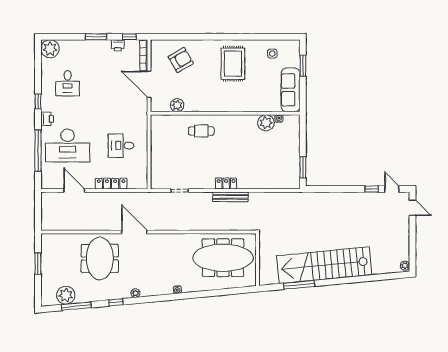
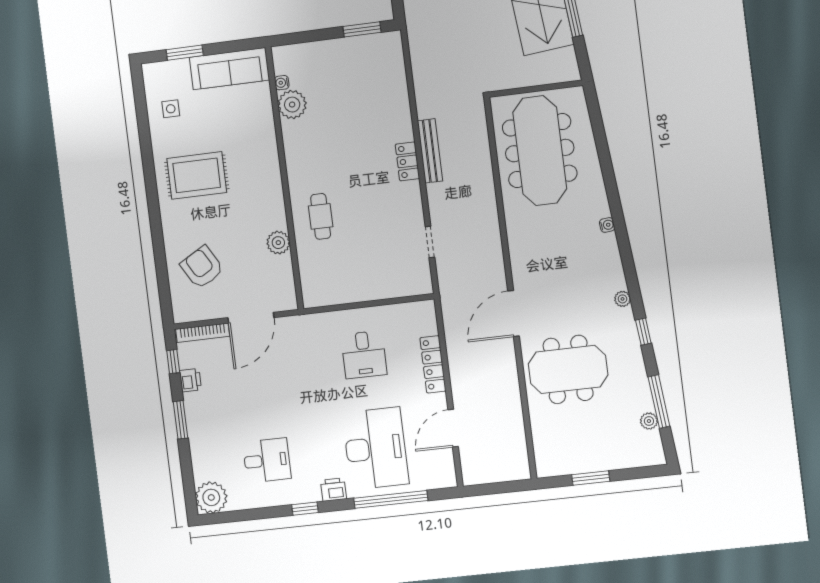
plant: (177, 105) -> (278, 243), moved
plant: (66, 295) -> (649, 421), width x0.53, depth x0.53

